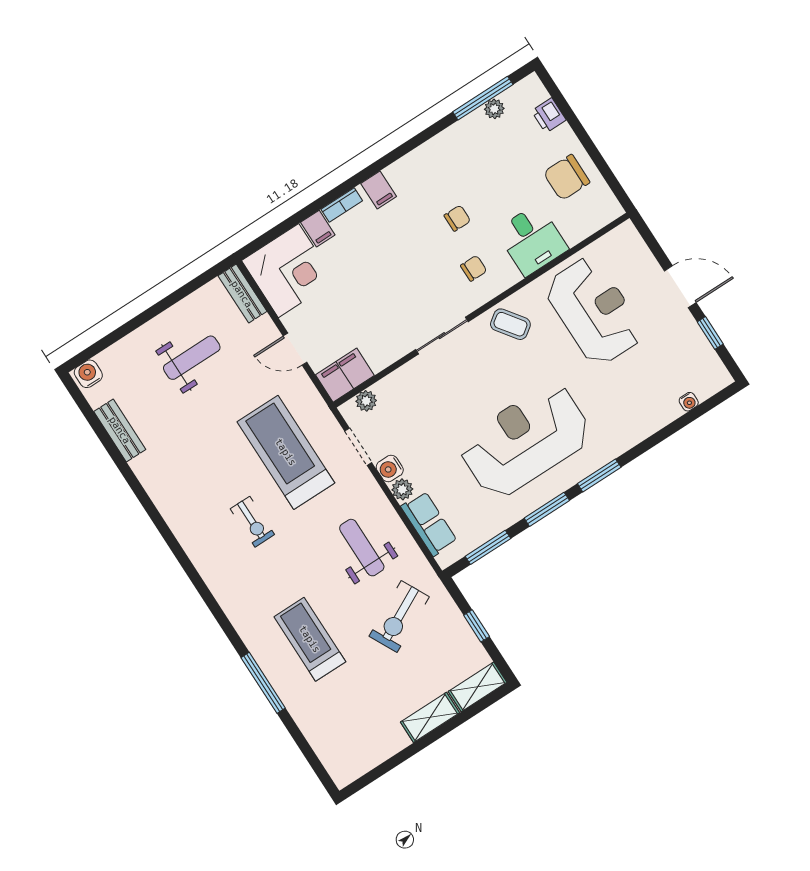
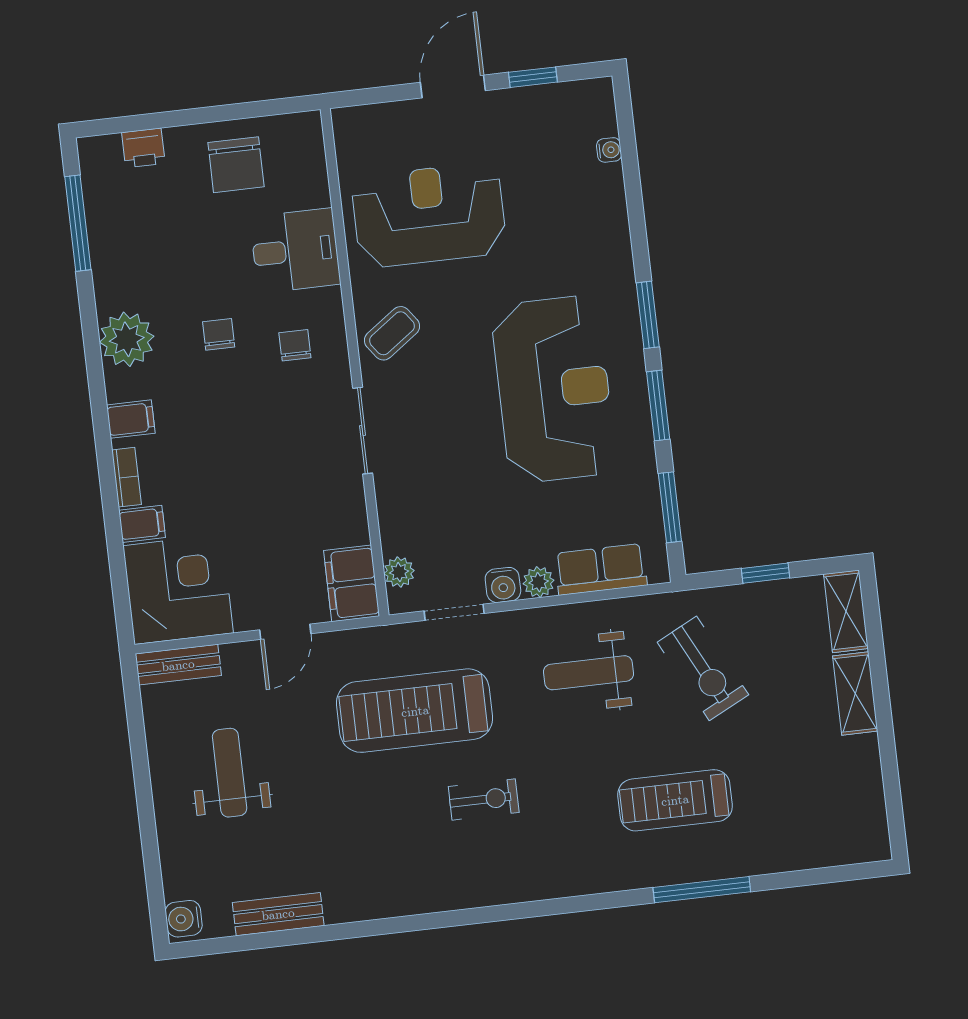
plant: (494, 109) -> (127, 339), moved, width x1.88, depth x1.88
reception desk: (525, 440) -> (554, 389), turned 180

